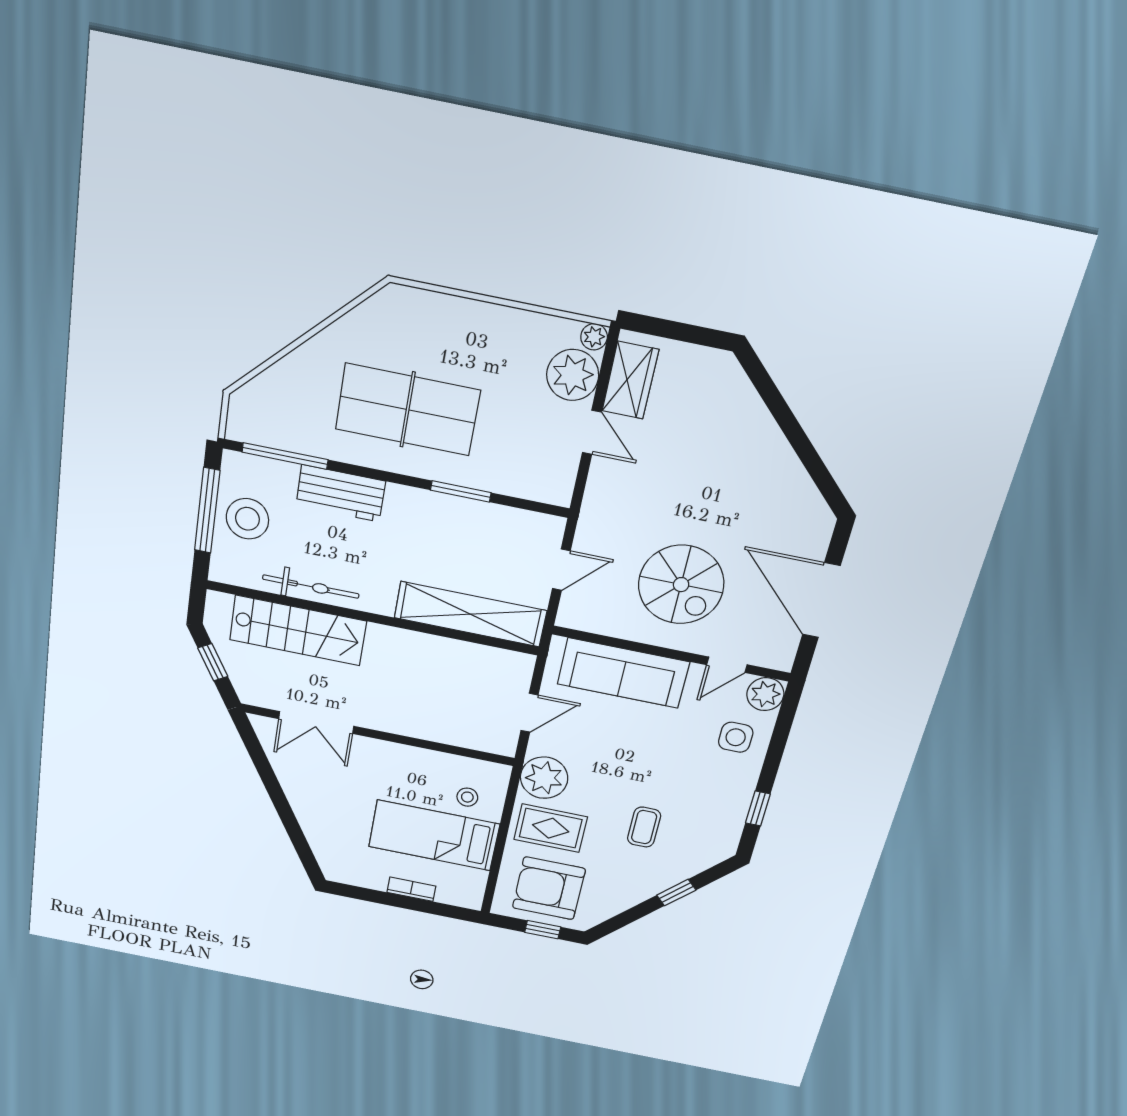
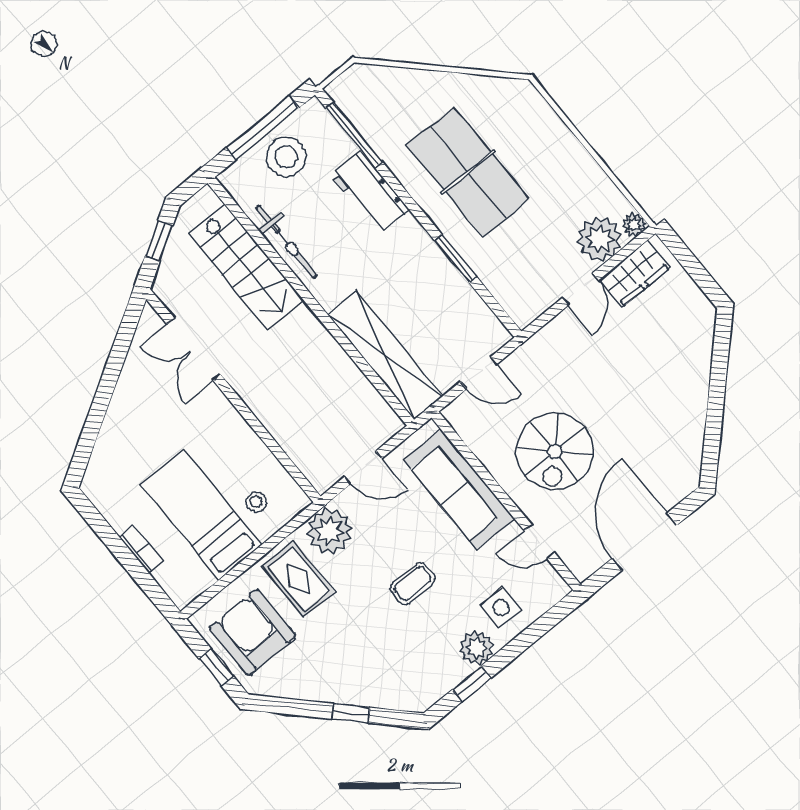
plant: (765, 694) -> (477, 648), moved
coffee table: (644, 827) -> (413, 583), moved

